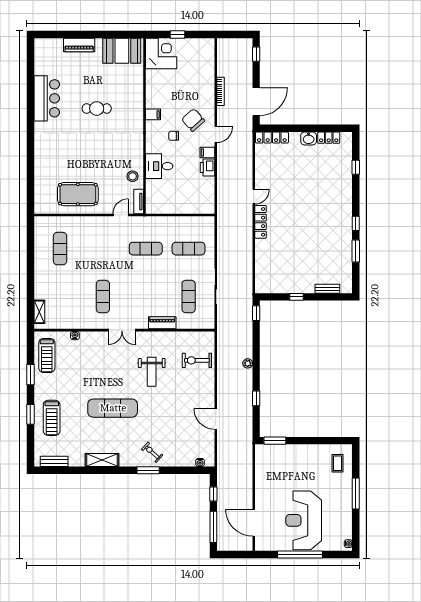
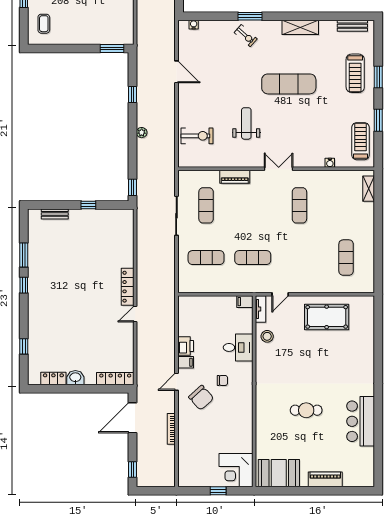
filing cabinet: (153, 114) -> (245, 302), moved
treadmill: (52, 418) -> (355, 73), turned 180

